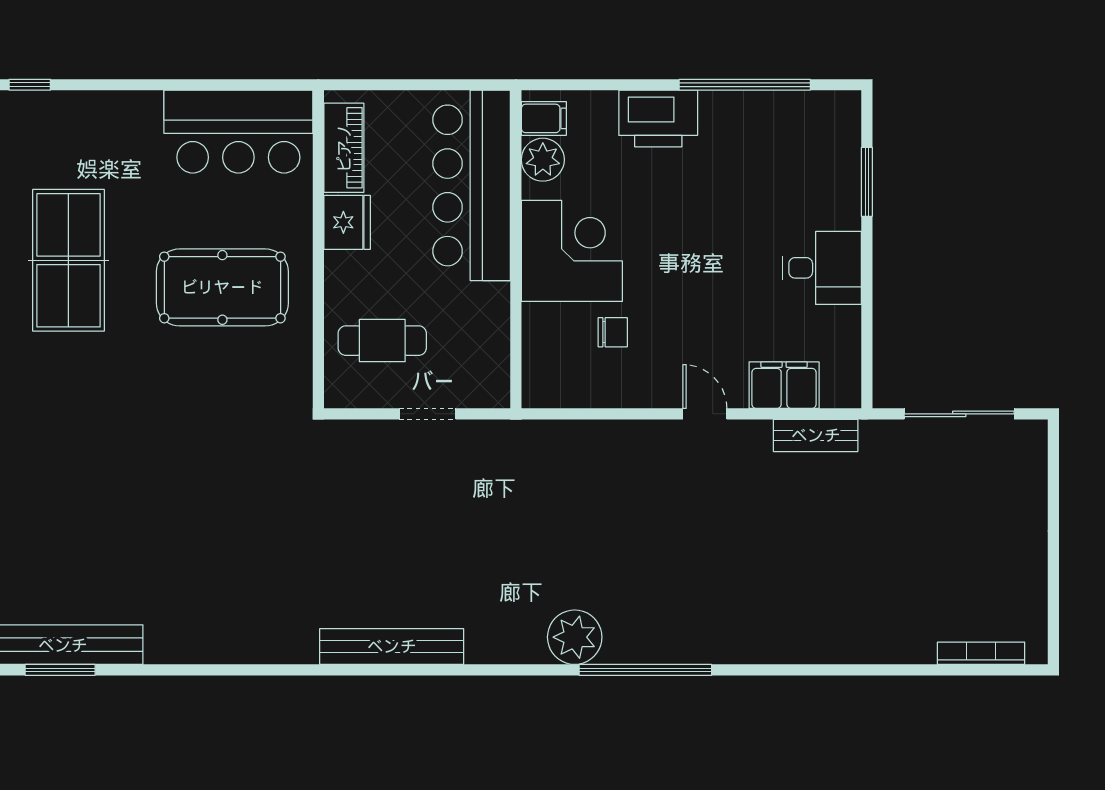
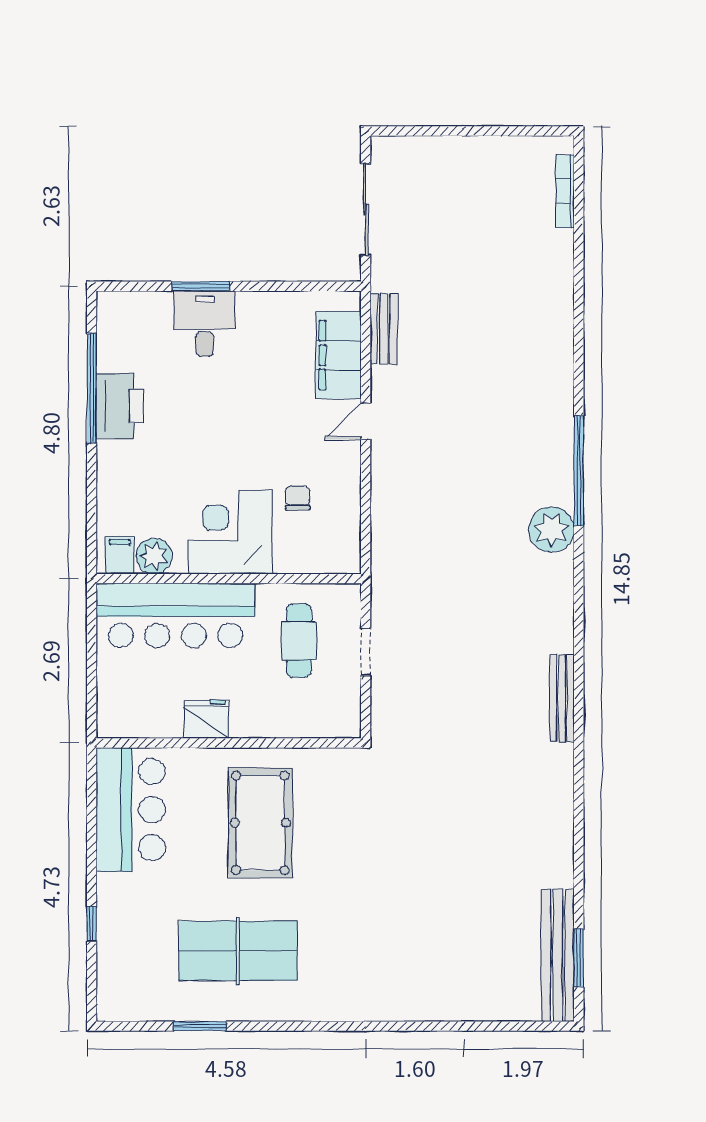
window: (30, 85) -> (92, 924), moved
printer: (658, 119) -> (120, 406), moved
piano: (344, 148) -> (144, 722), removed
window: (867, 182) -> (201, 286), moved
desk: (822, 268) -> (205, 324), moved
cafe table: (382, 341) -> (299, 641), moved
filing cabinet: (784, 385) -> (338, 355), width x1.50, depth x1.17
bench: (392, 646) -> (562, 698), width x0.73, depth x0.82

